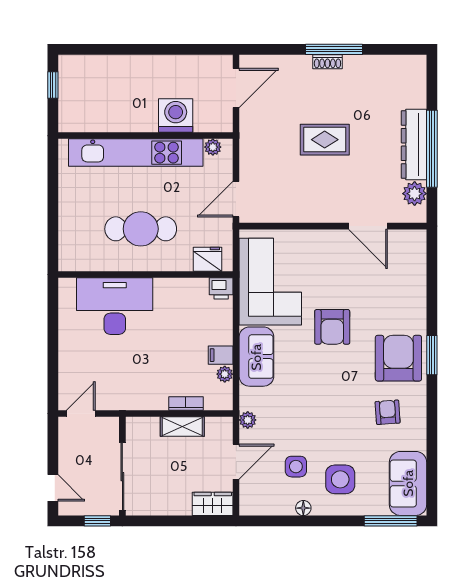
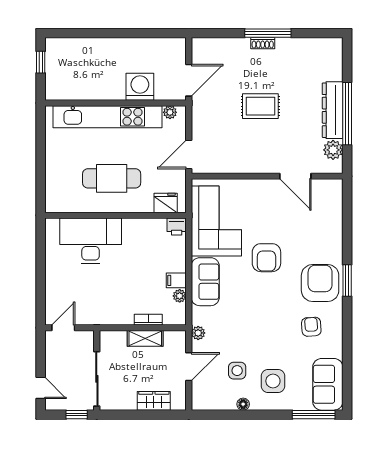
door: (236, 88) -> (189, 80), moved
wardrobe: (213, 504) -> (154, 401), moved

